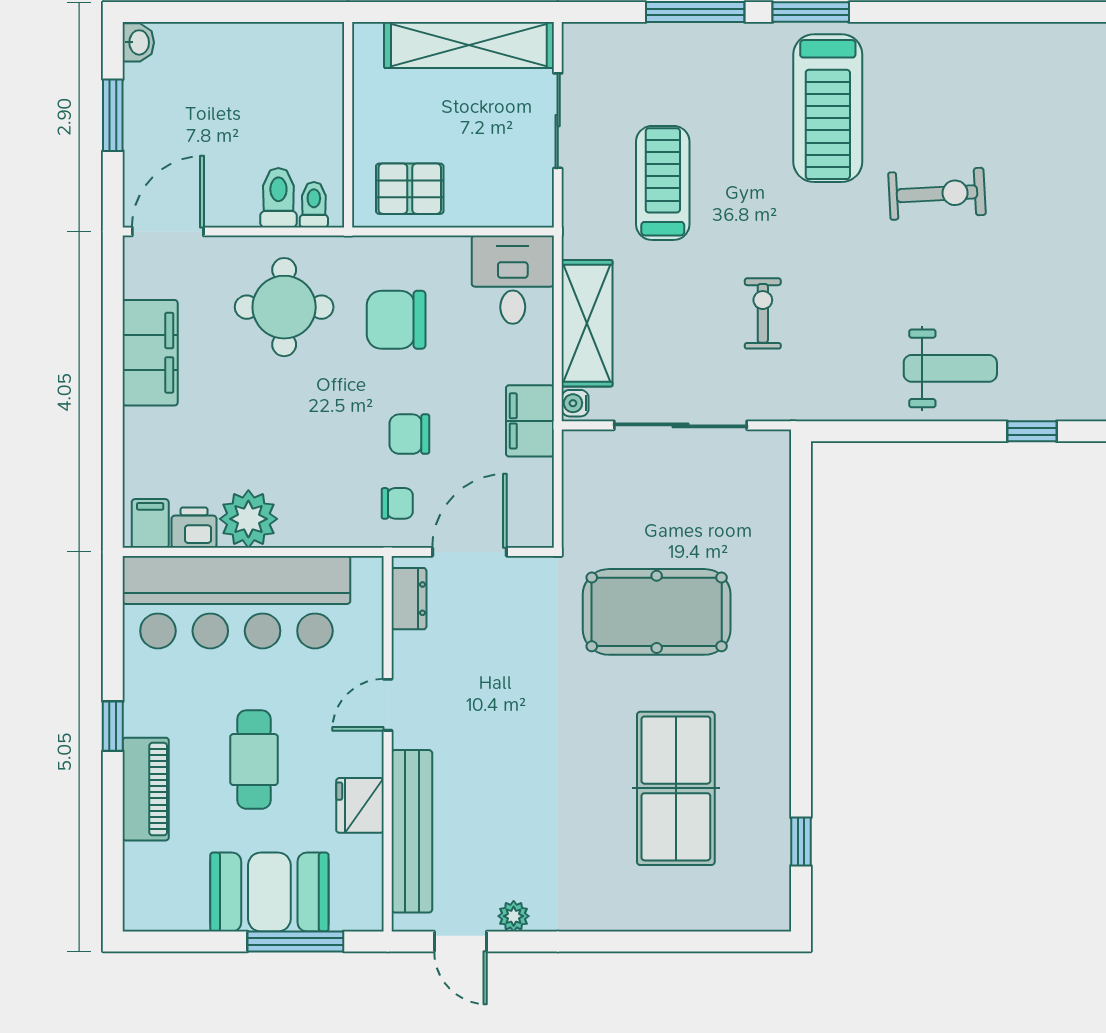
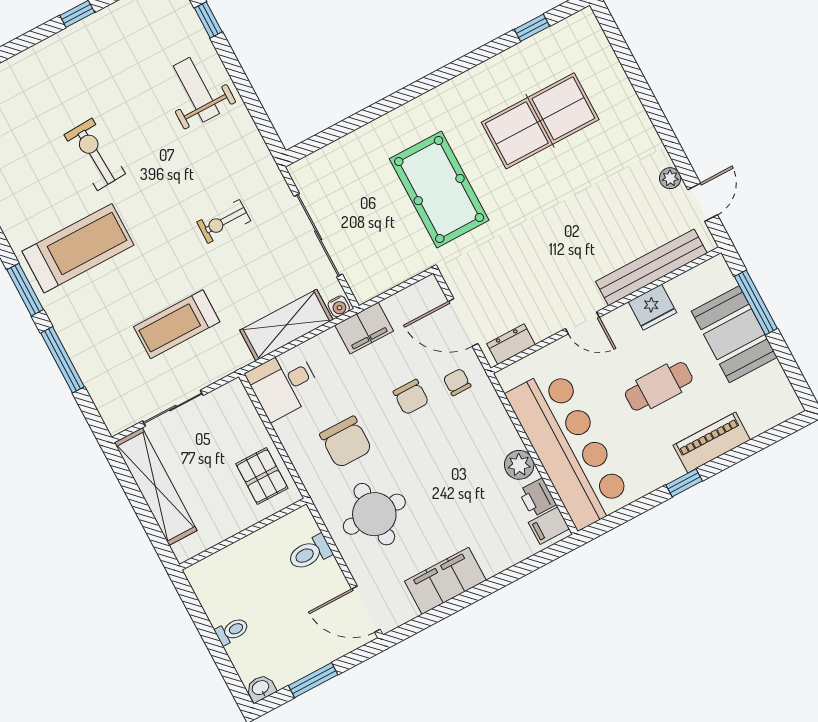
toilet: (314, 205) -> (232, 631), moved, turned 180
plant: (248, 519) -> (519, 465), width x0.73, depth x0.73

